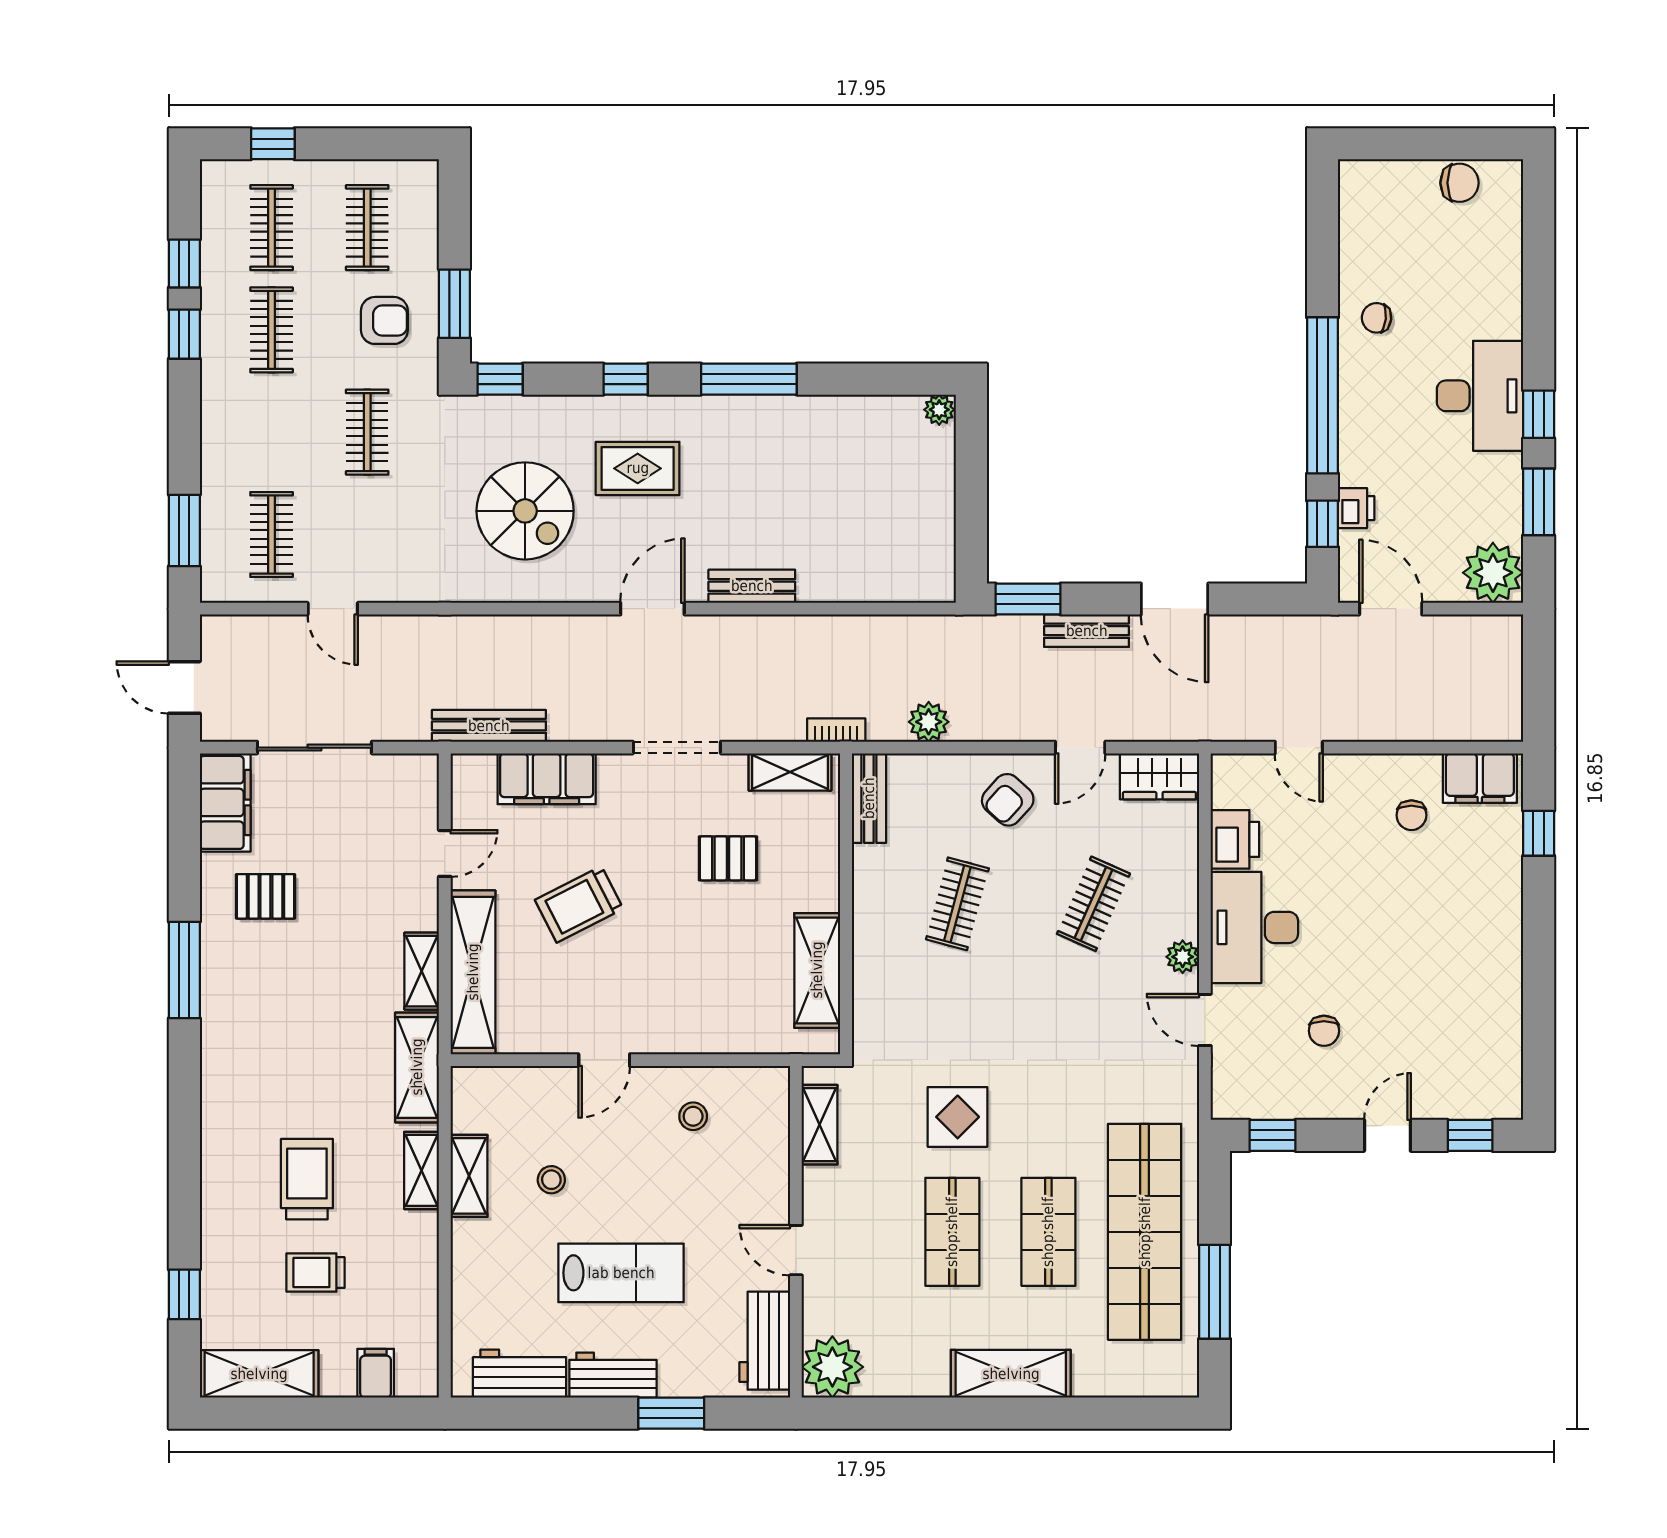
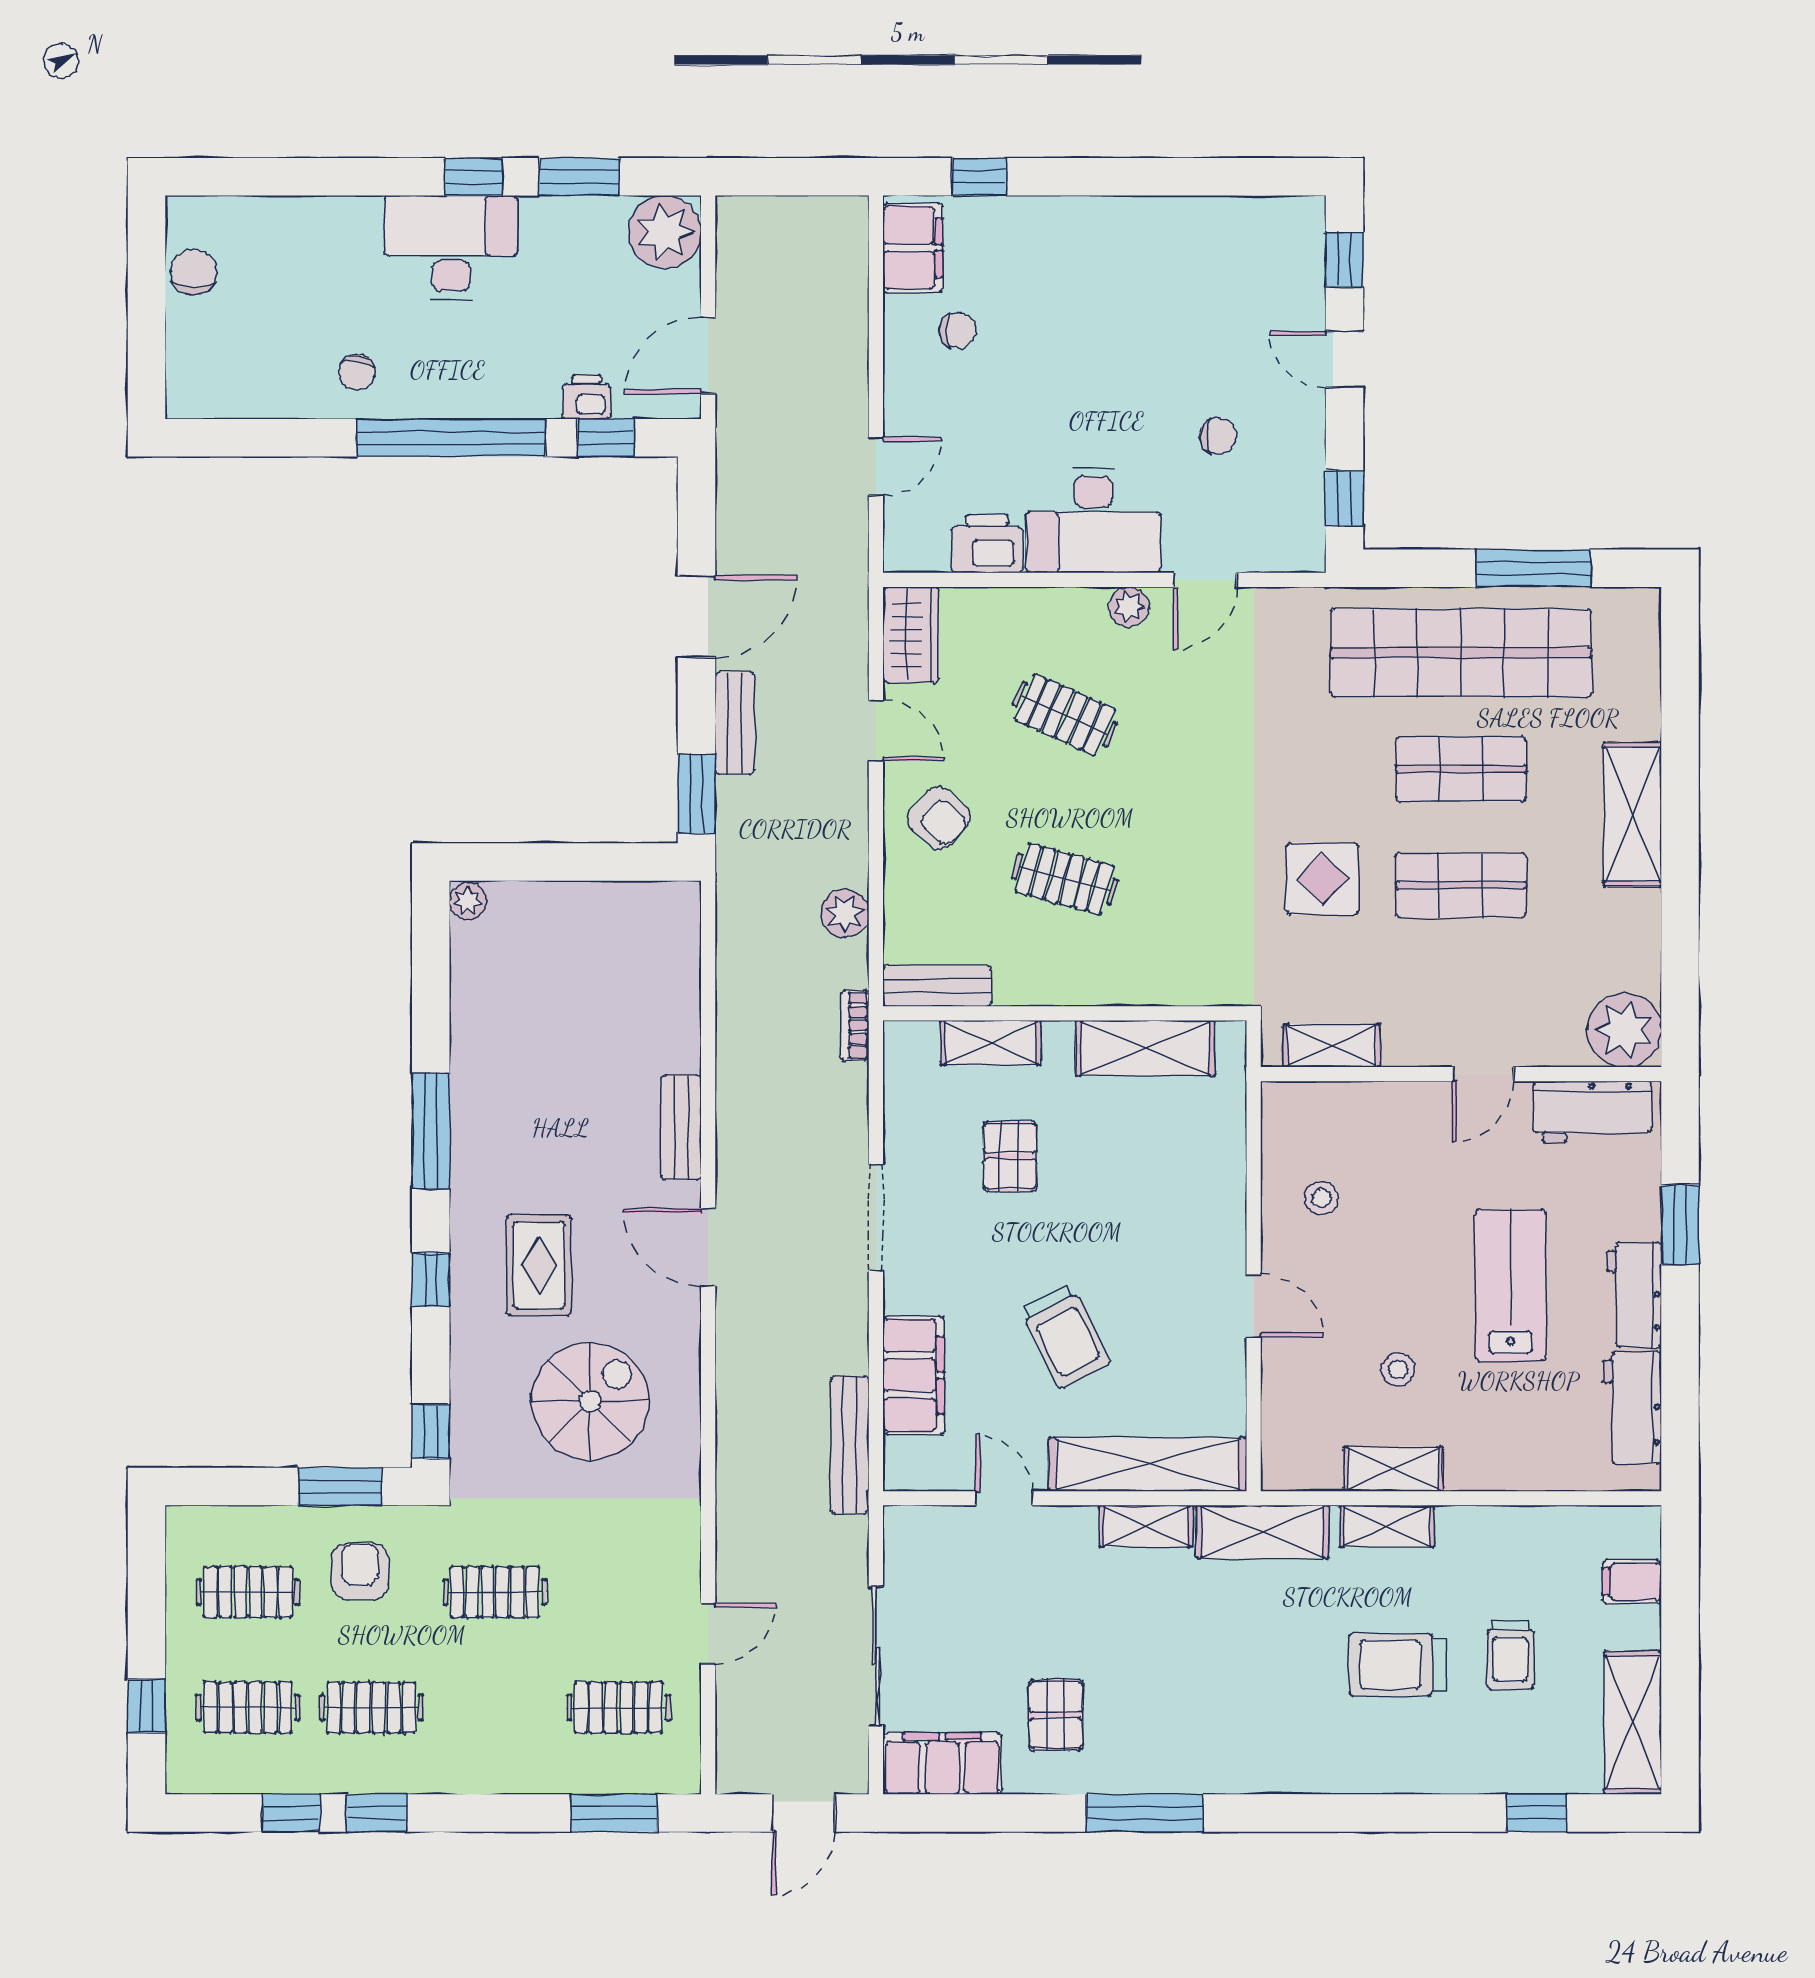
shelving: (790, 772) -> (991, 1043), moved, turned 90

